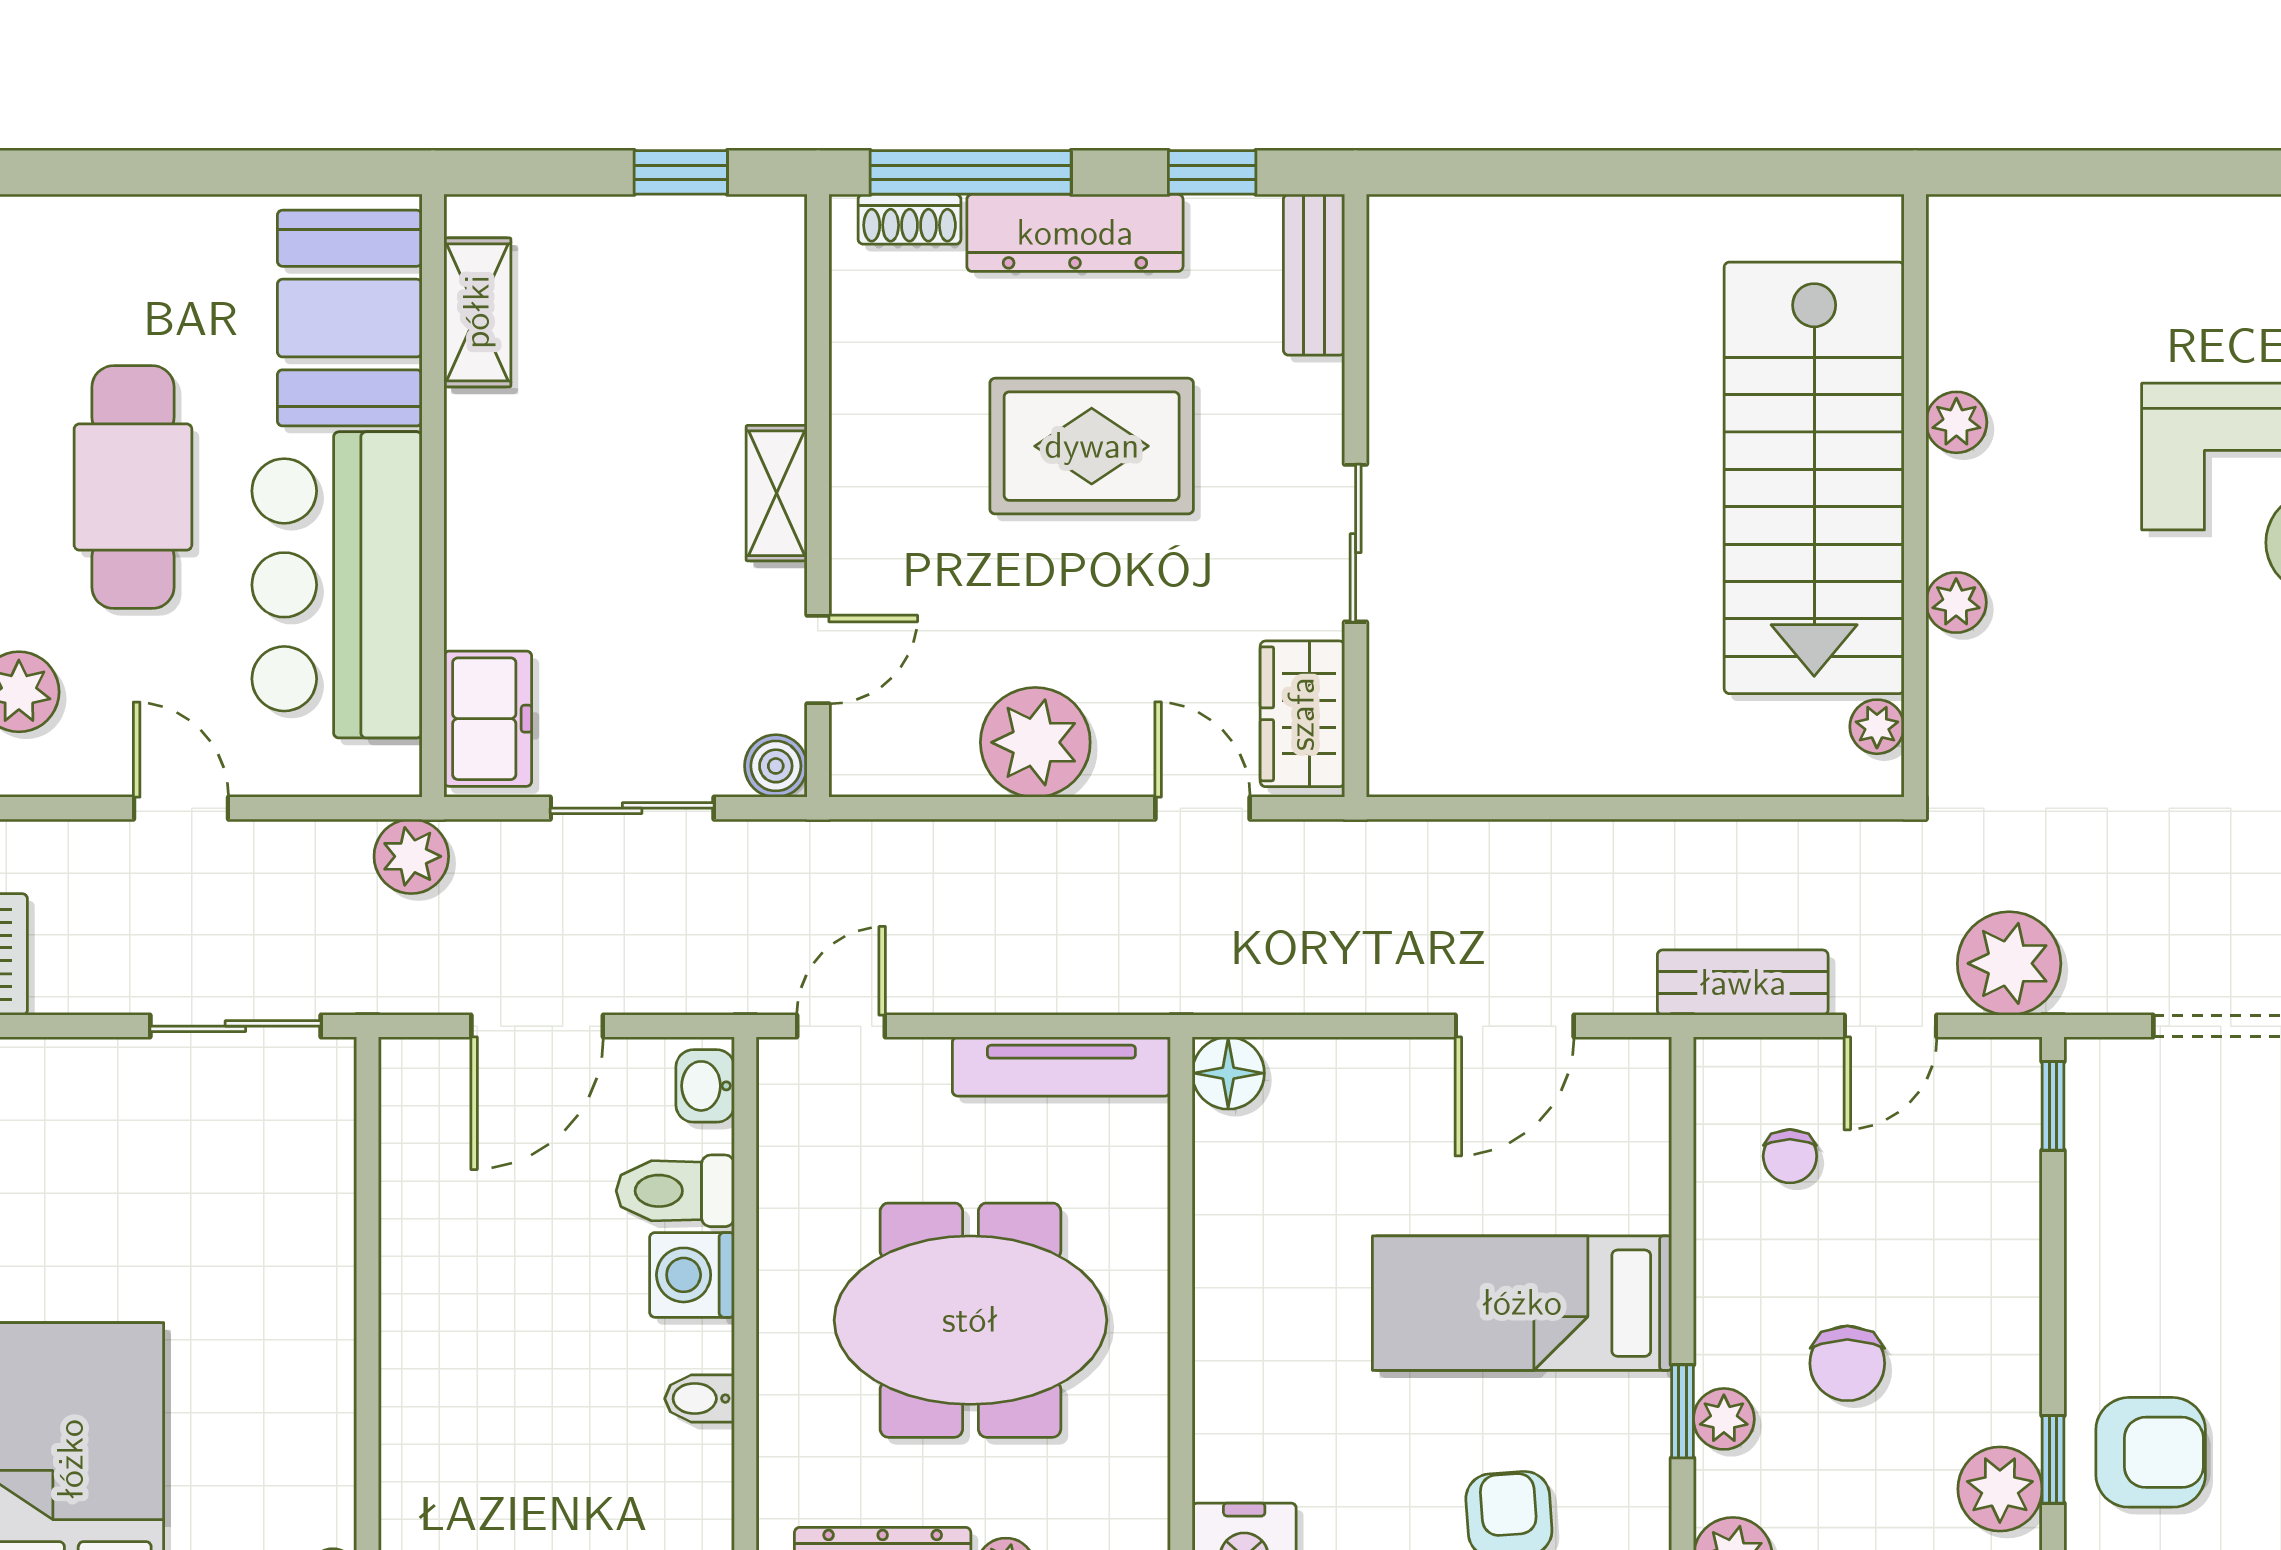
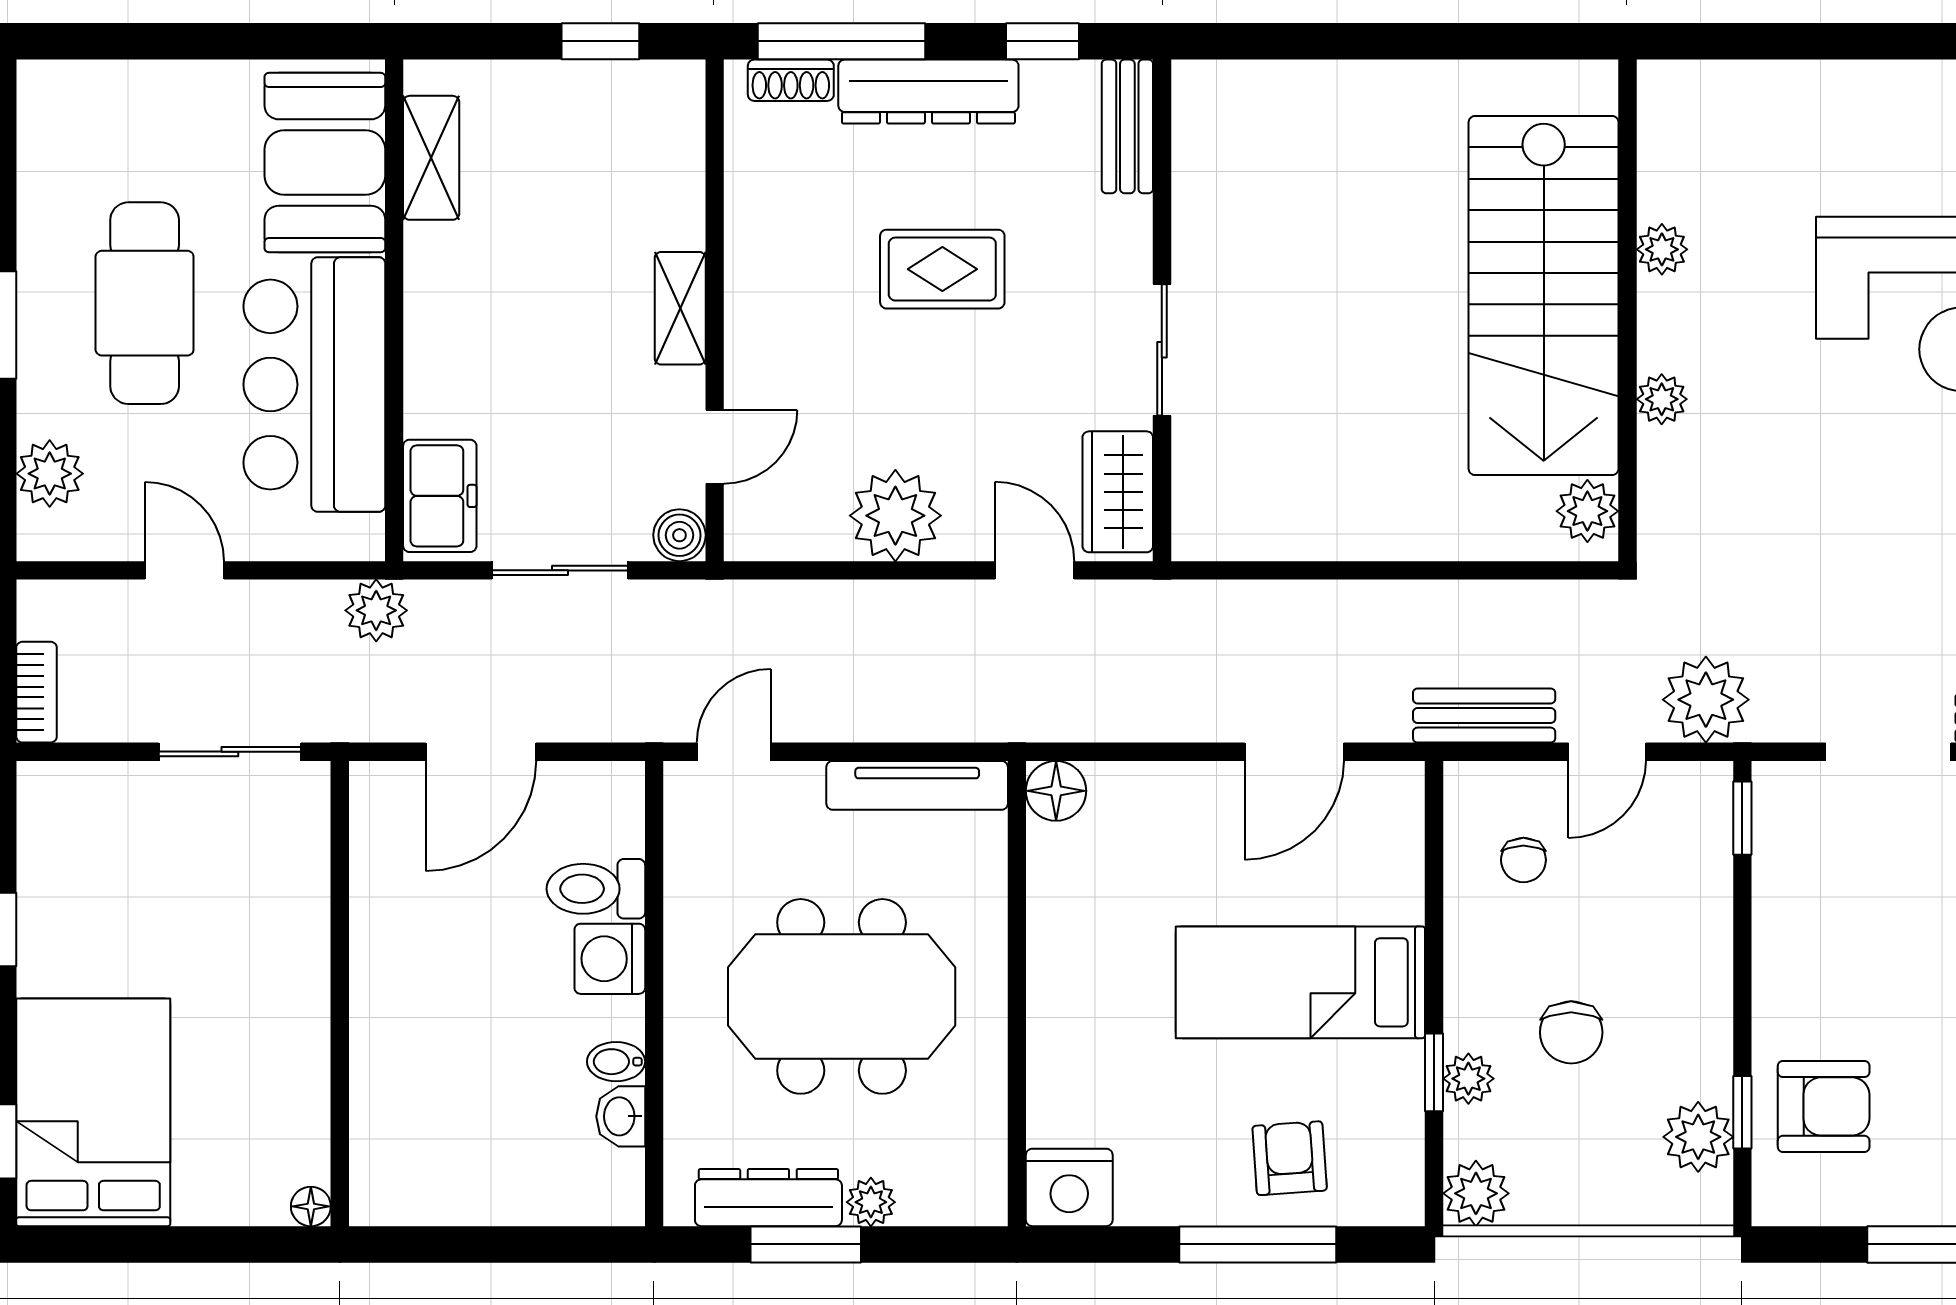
rug: (1092, 446) -> (942, 269), width x0.73, depth x0.70
plant: (1877, 727) -> (1587, 511), width x1.38, depth x1.38
washbasin: (705, 1086) -> (621, 1116), moved

